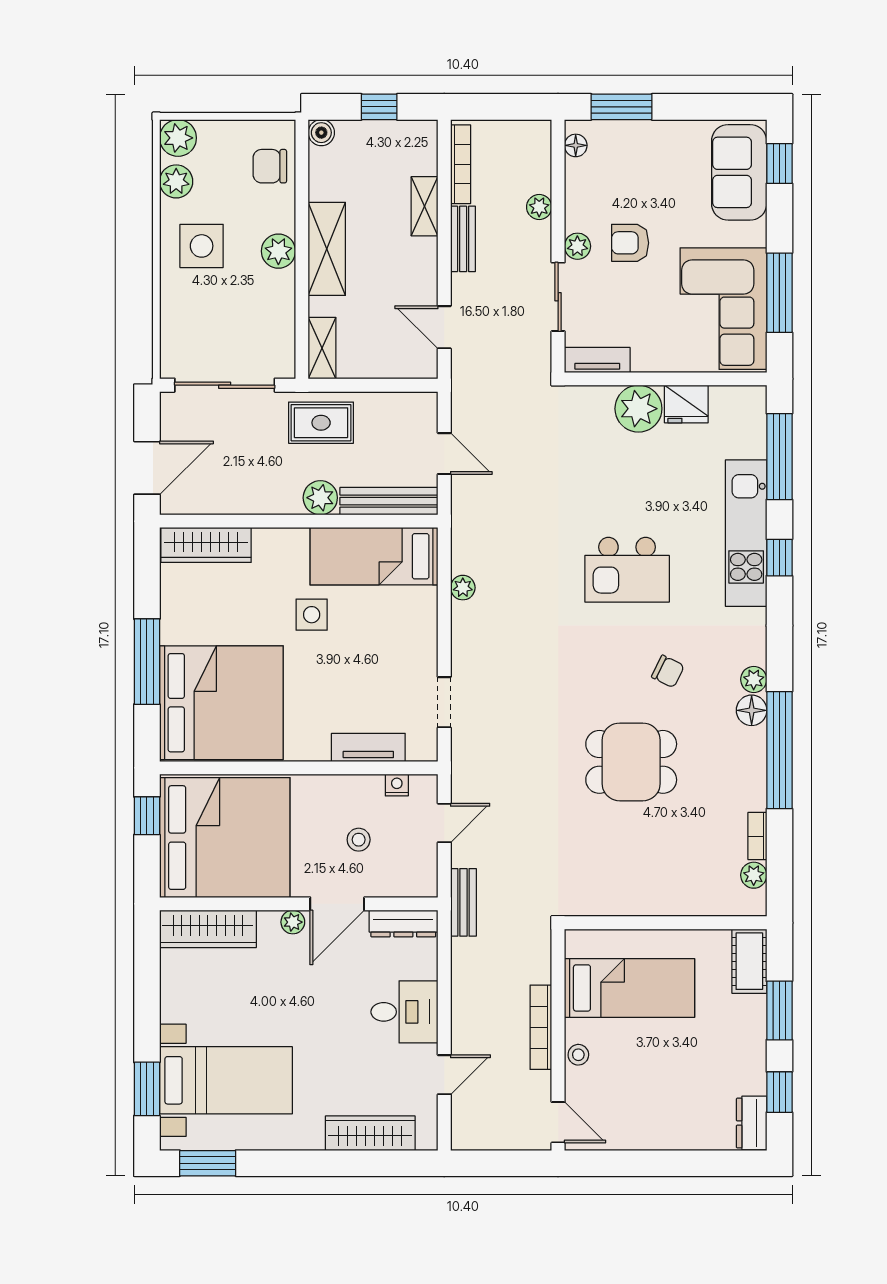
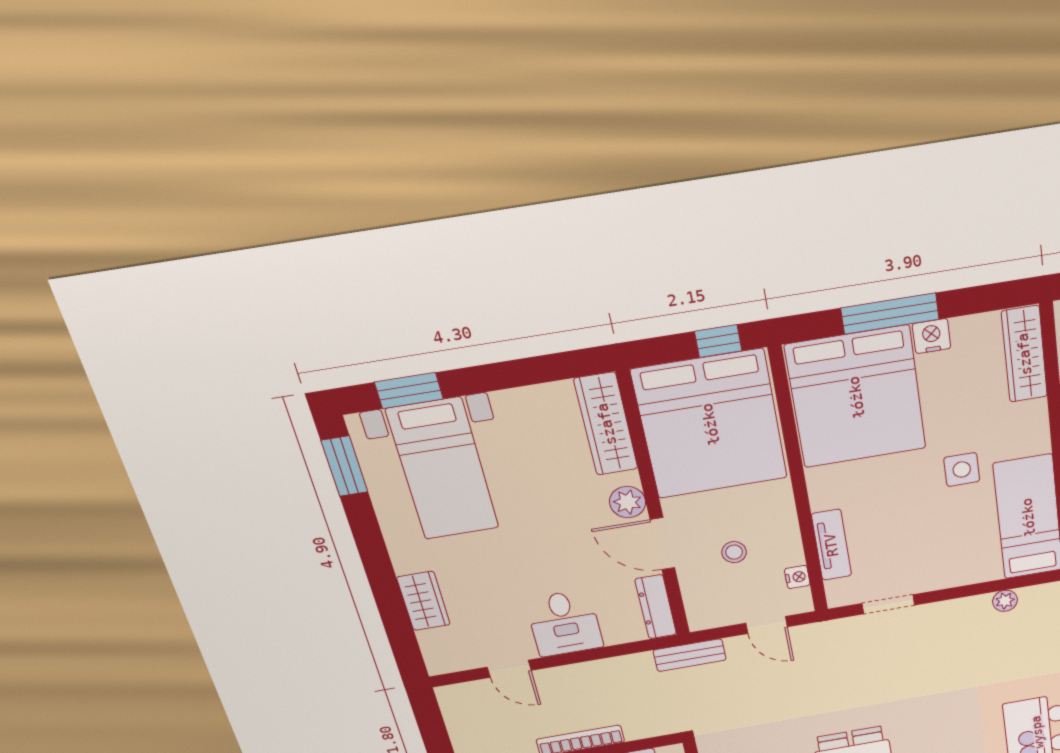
nightstand: (174, 627) -> (932, 336), added
plant: (293, 922) -> (628, 502), width x1.38, depth x1.38
wardrobe: (370, 1133) -> (424, 601), width x0.67

